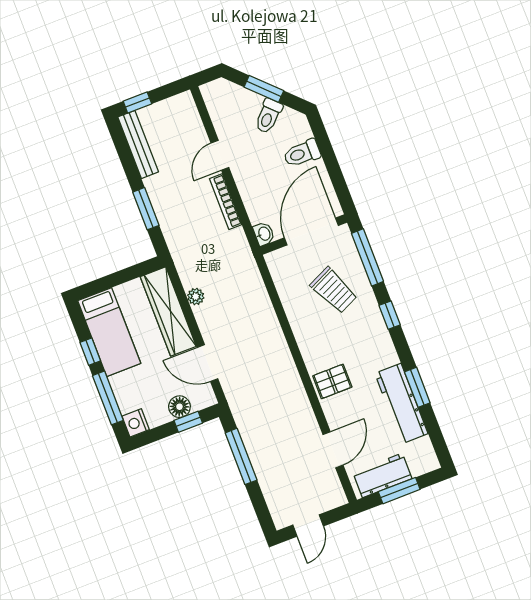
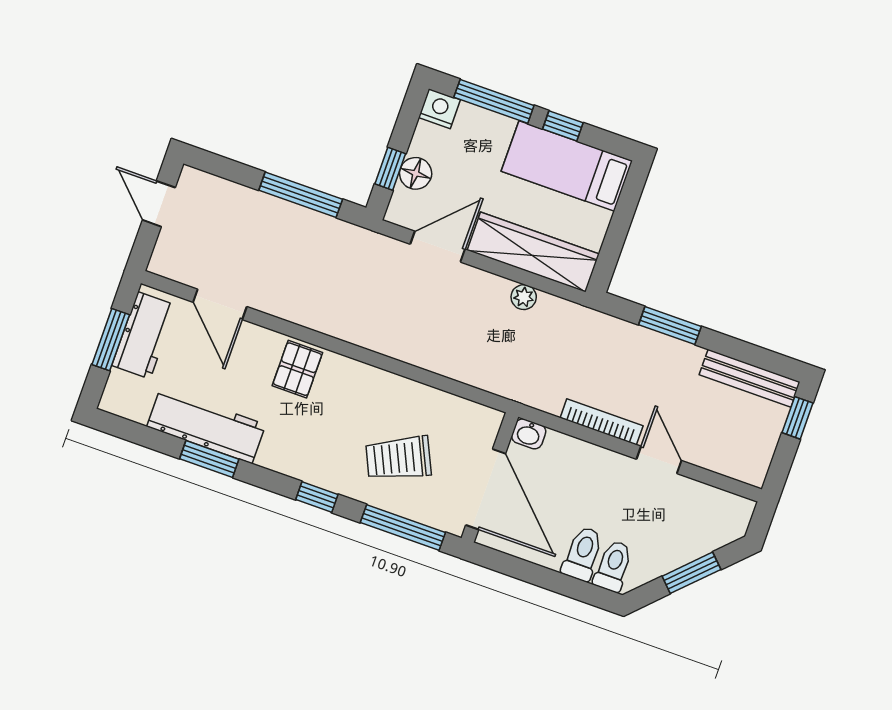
toilet: (268, 116) -> (613, 566), moved, turned 45

